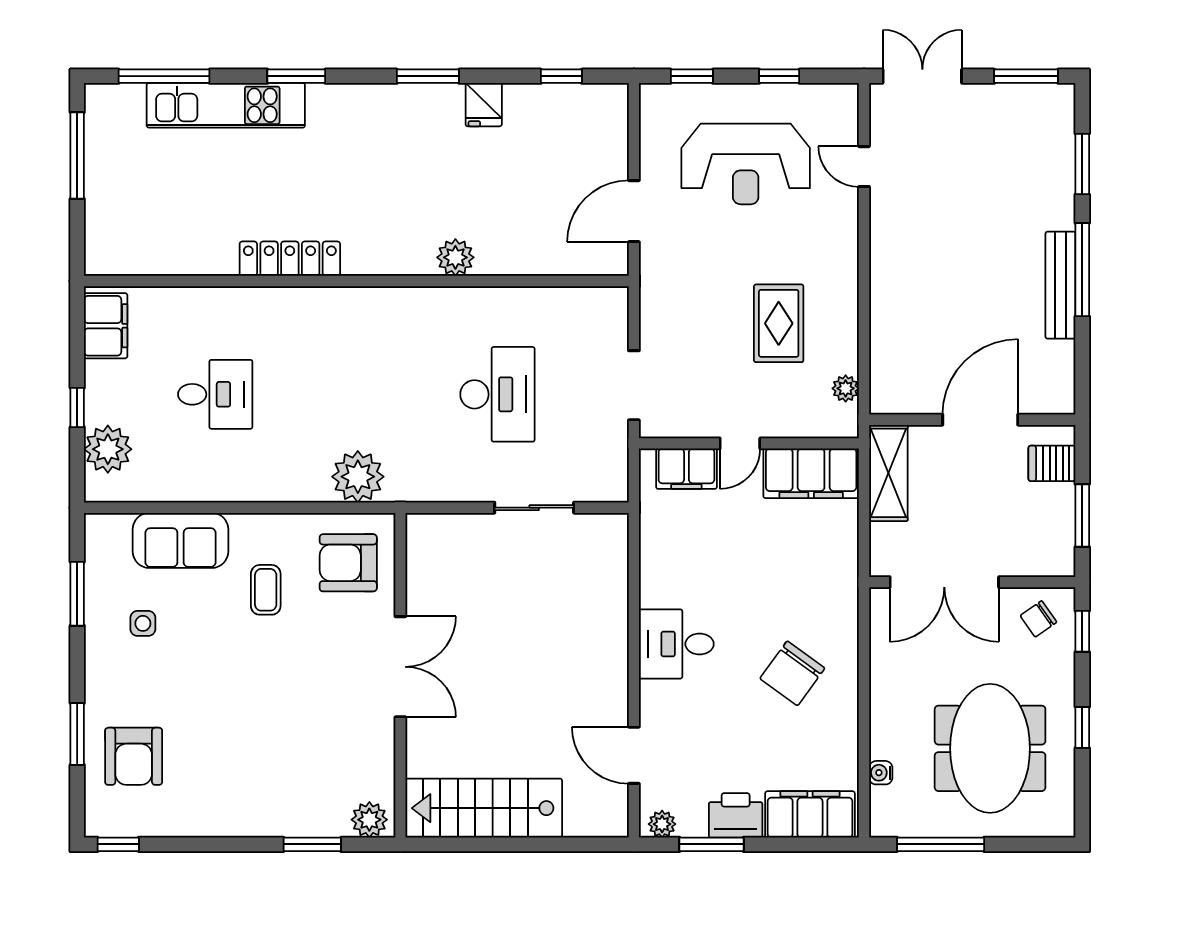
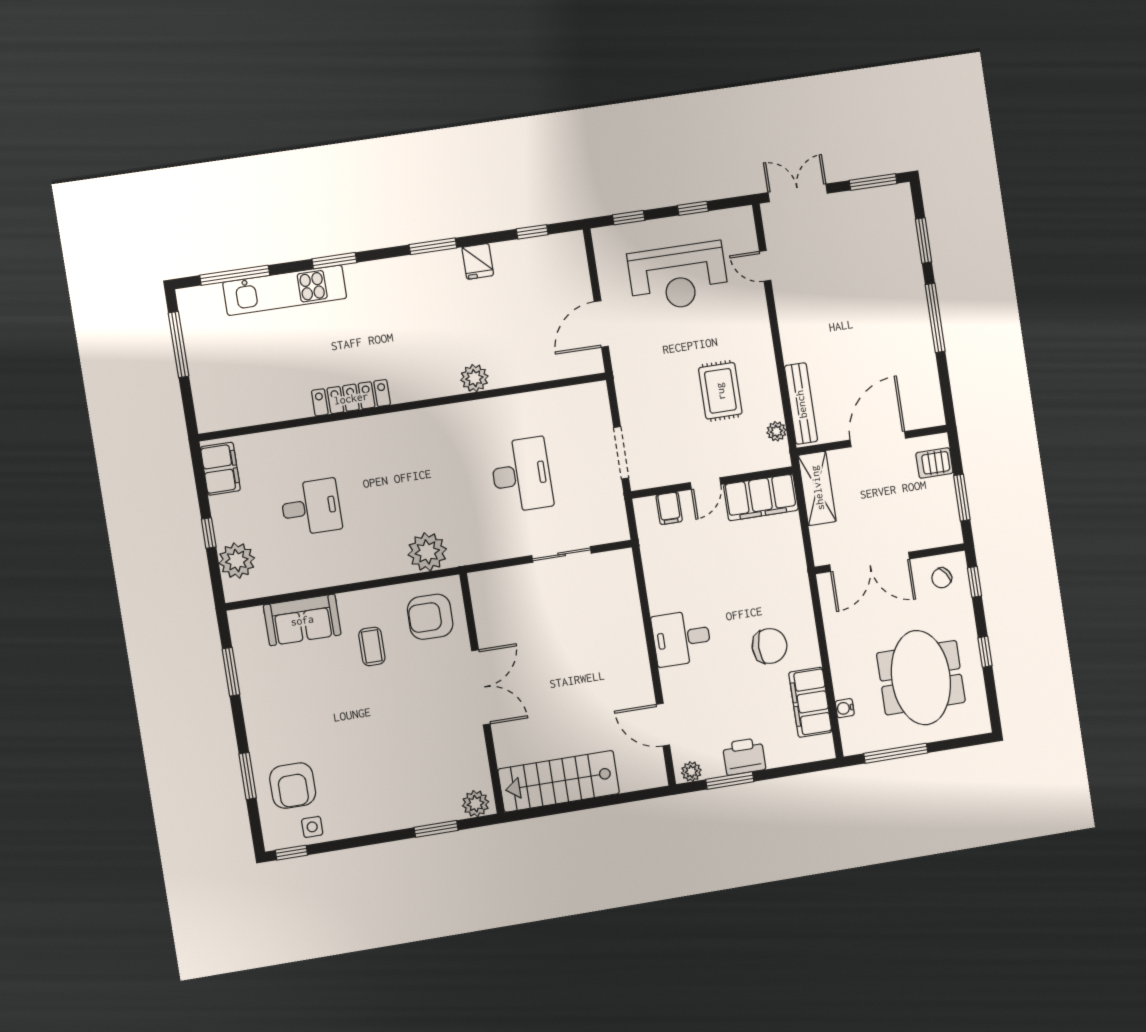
bench: (1060, 285) -> (801, 404), moved
filing cabinet: (686, 469) -> (669, 508), width x0.50
side table: (143, 623) -> (312, 827), moved
chair: (792, 673) -> (770, 646), turned -126
filing cabinet: (810, 814) -> (810, 702), moved, turned -90

